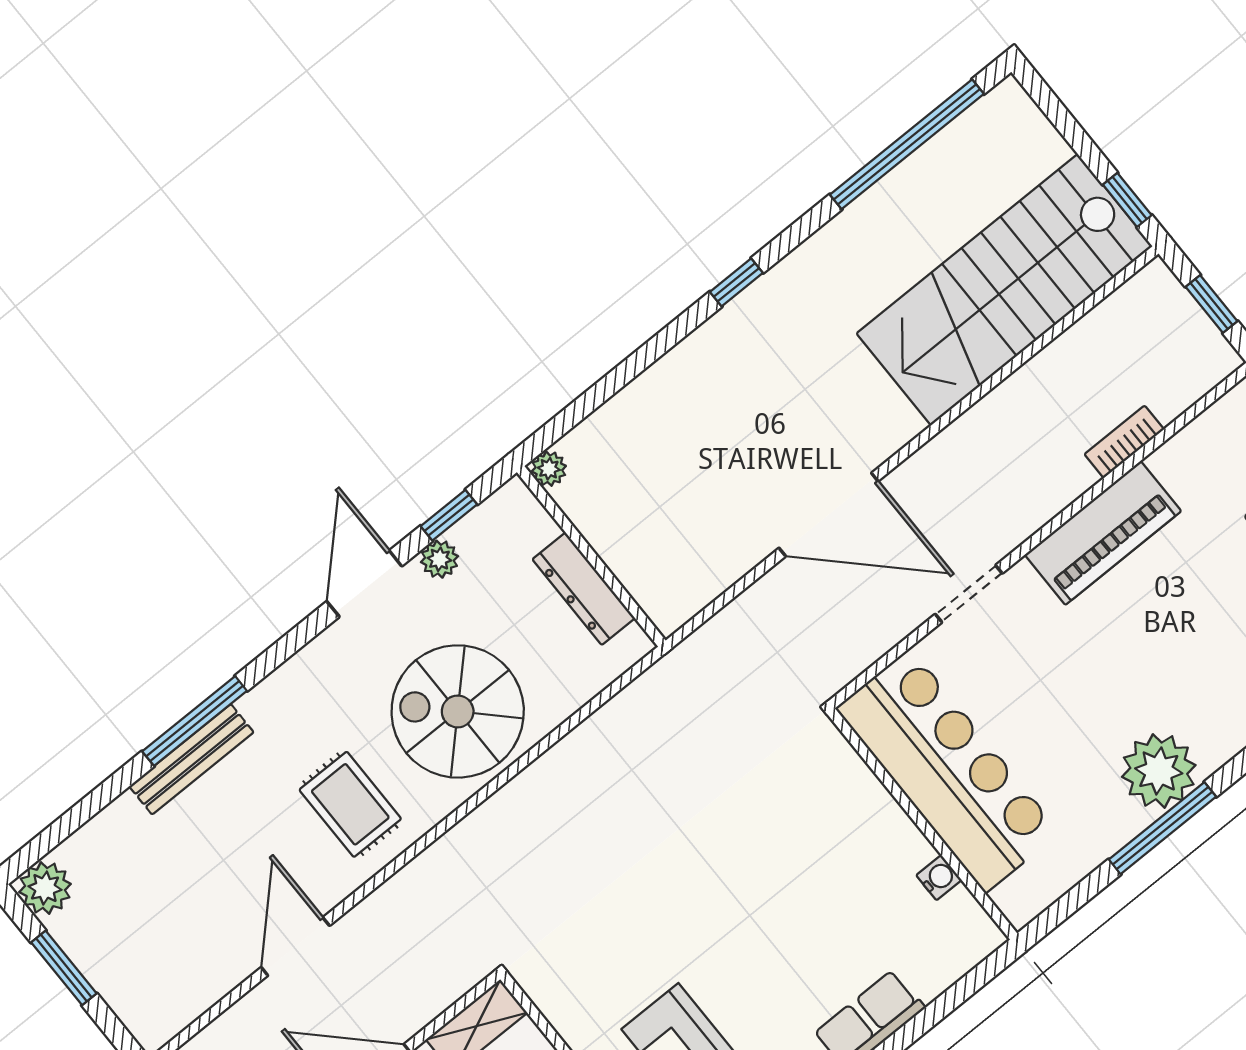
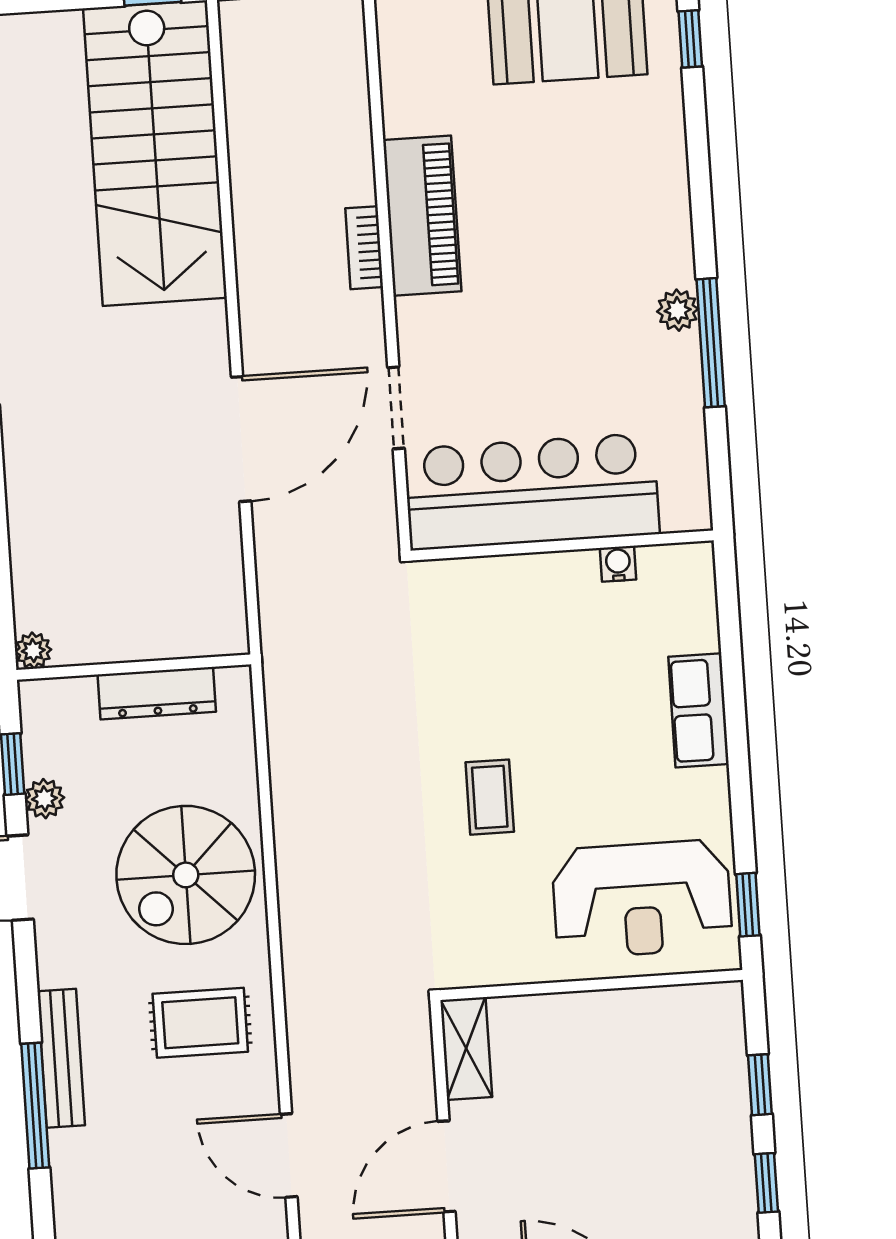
bookcase: (1124, 442) -> (364, 248), moved
doorway: (969, 594) -> (396, 408), moved
bench: (191, 759) -> (61, 1058), moved
plant: (1159, 771) -> (678, 310), width x0.53, depth x0.53
coffee table: (686, 906) -> (490, 797), added

